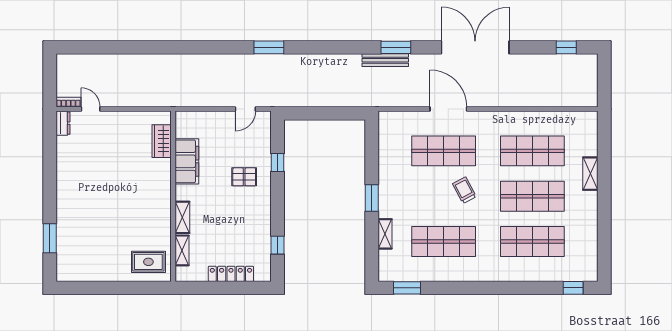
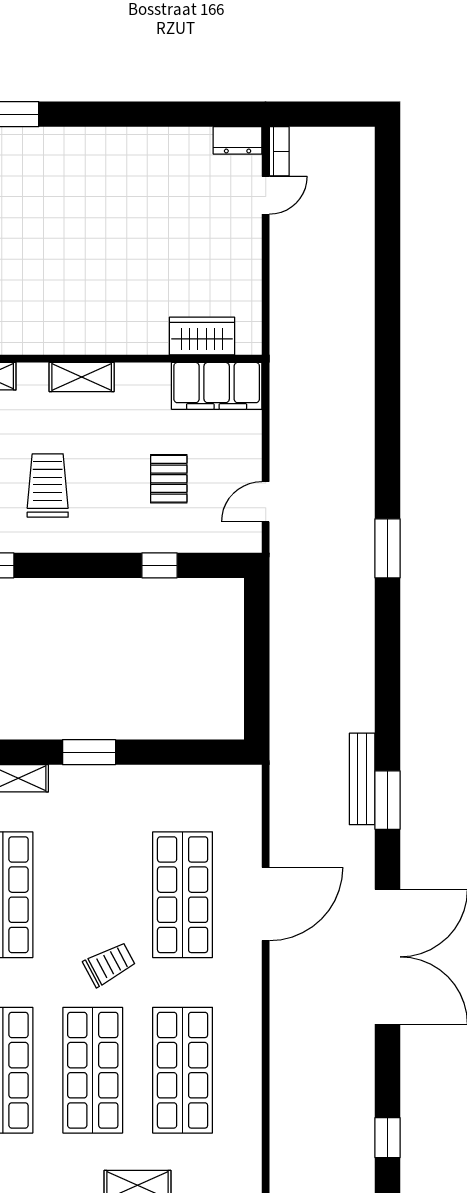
door: (245, 109) -> (266, 502), hinge flipped
filing cabinet: (187, 161) -> (217, 386), moved
pallet: (244, 177) -> (169, 479), moved
trolley: (464, 190) -> (109, 964), moved
shelving: (182, 217) -> (82, 377), moved
trolley: (237, 219) -> (48, 485), added

